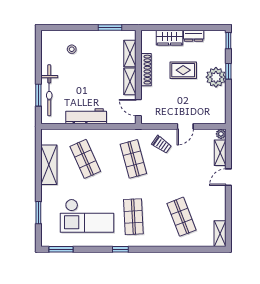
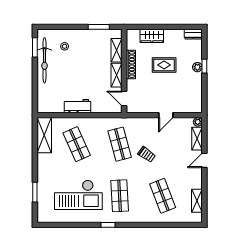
dresser: (194, 36) -> (193, 34), moved
window: (228, 41) -> (204, 39), removed
plant: (216, 77) -> (197, 67), width x0.53, depth x0.53
bicycle: (49, 90) -> (45, 60), moved
window: (38, 95) -> (35, 47), moved
workbench: (86, 116) -> (77, 106), width x0.73
trolley: (162, 145) -> (147, 154), moved
shelving: (49, 165) -> (44, 135), moved
shelving: (220, 234) -> (197, 201), moved
window: (61, 249) -> (55, 225), removed

